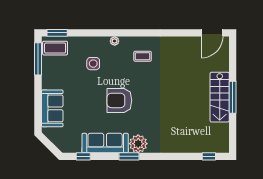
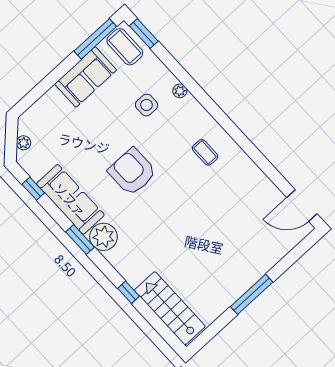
plant: (115, 41) -> (180, 91), moved
stairs: (220, 97) -> (170, 308), moved, turned 90
sofa: (52, 108) -> (86, 77), moved
plant: (56, 140) -> (24, 143), added
window: (209, 156) -> (129, 292), moved

